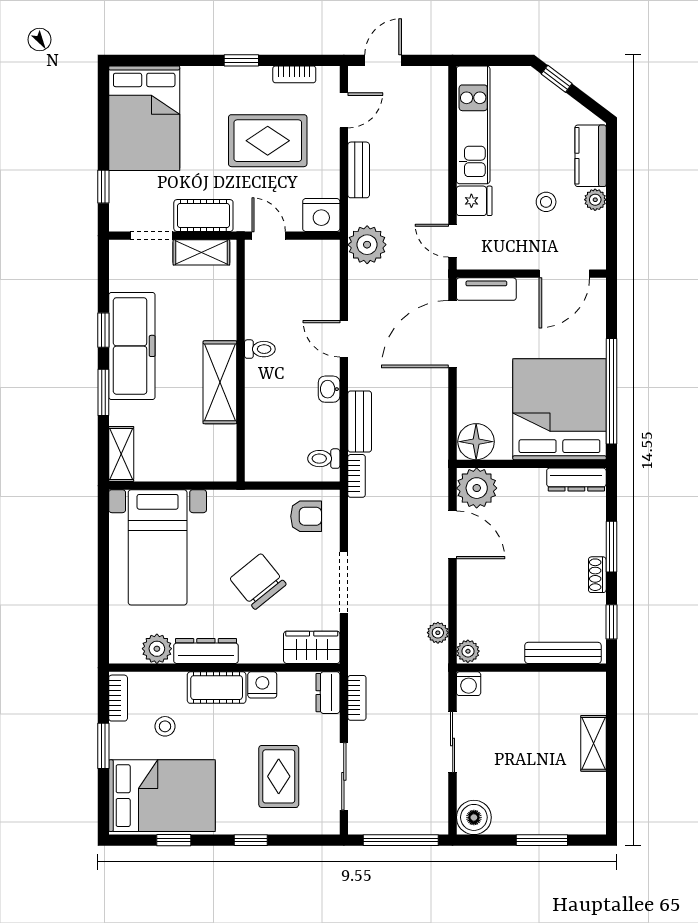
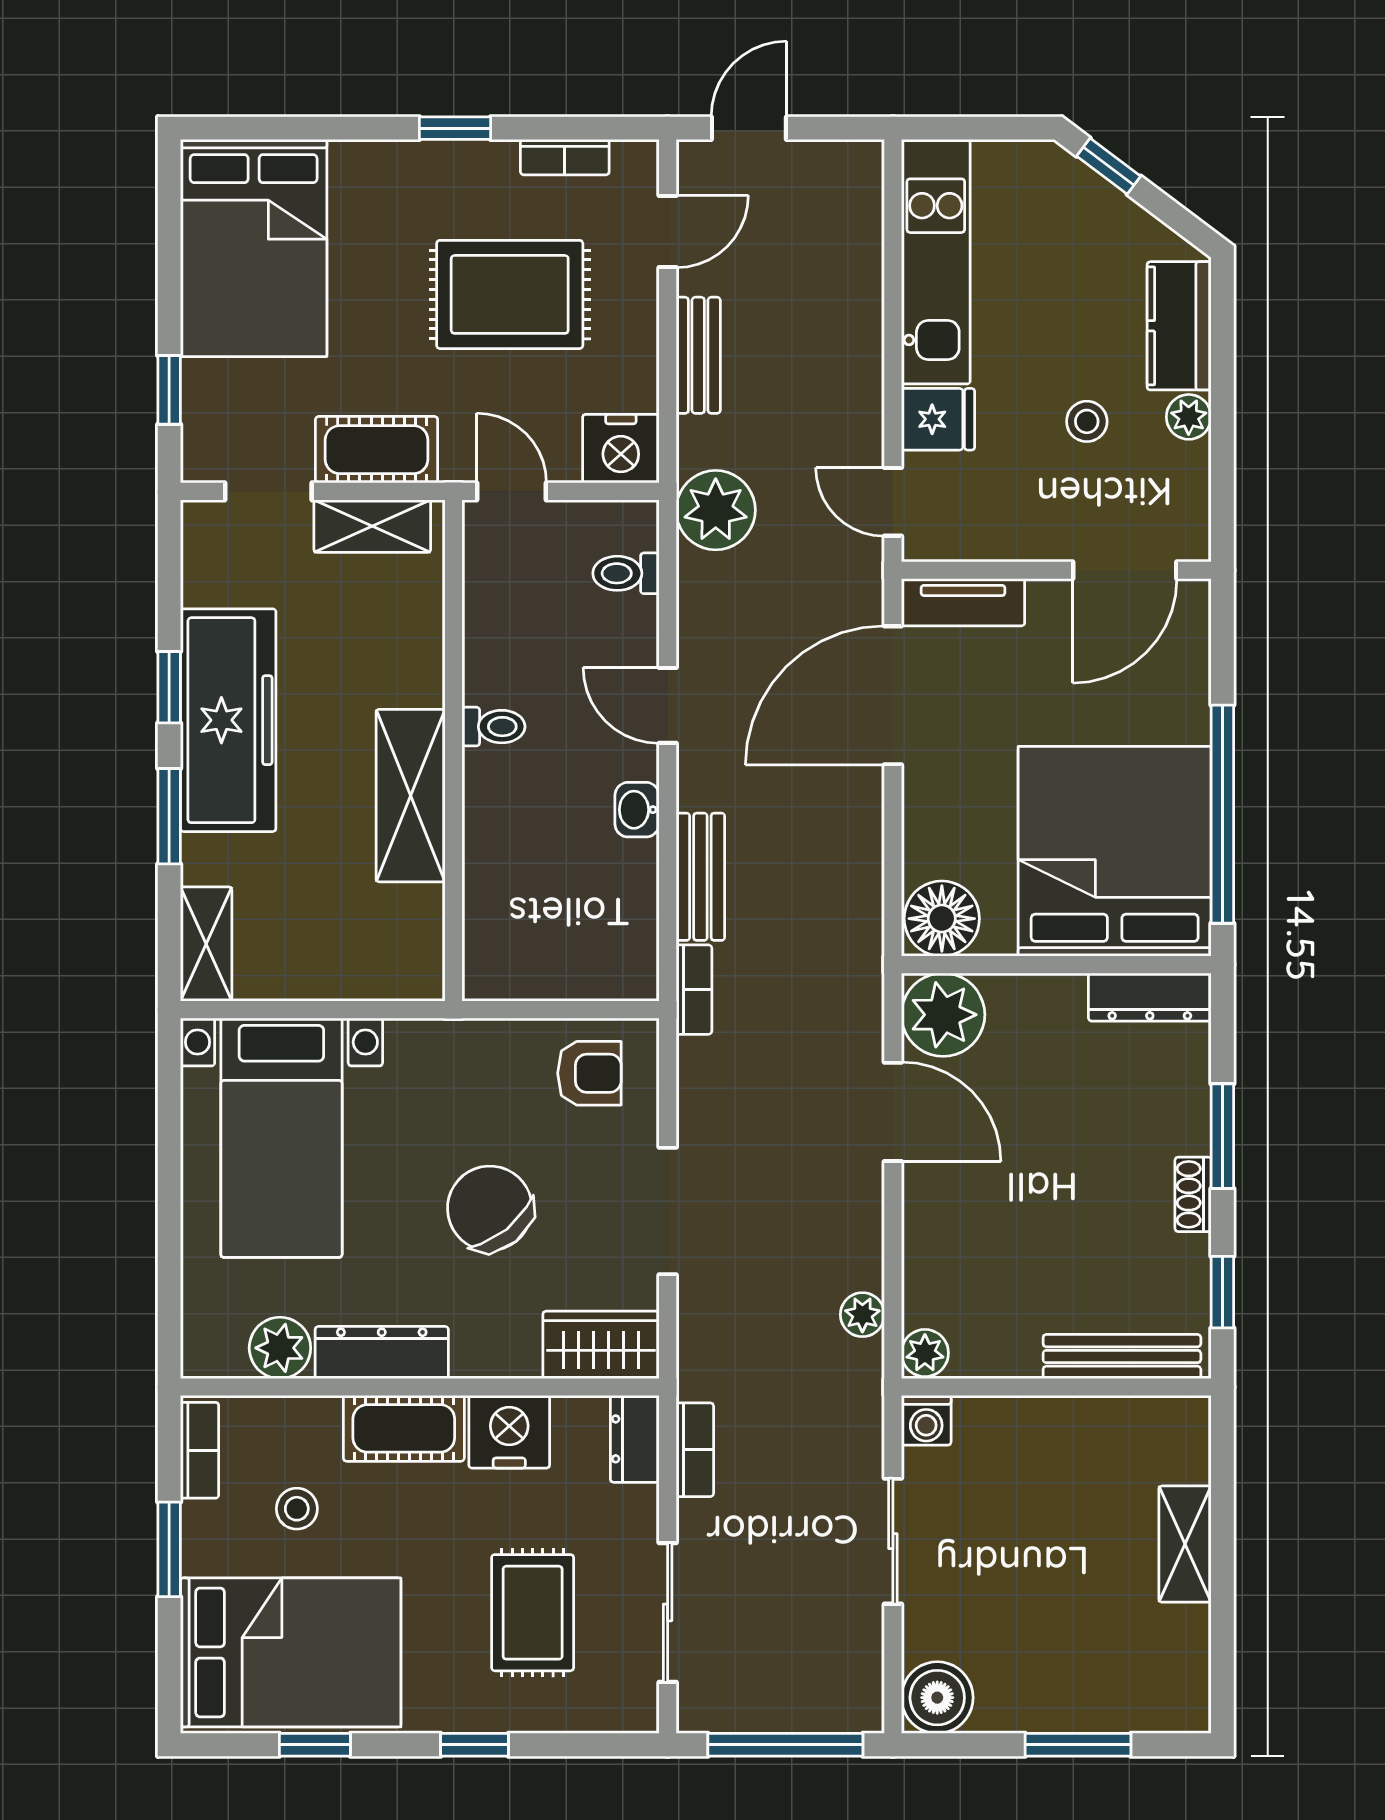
toilet: (324, 459) -> (626, 573), moved
nightstand: (262, 685) -> (509, 1432), width x1.36, depth x1.33

